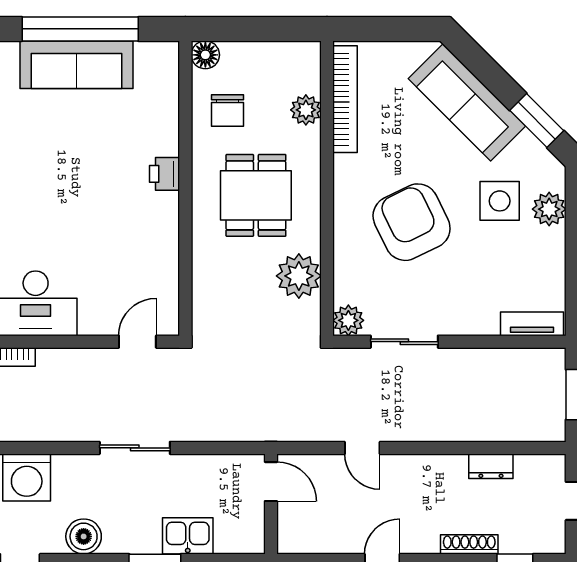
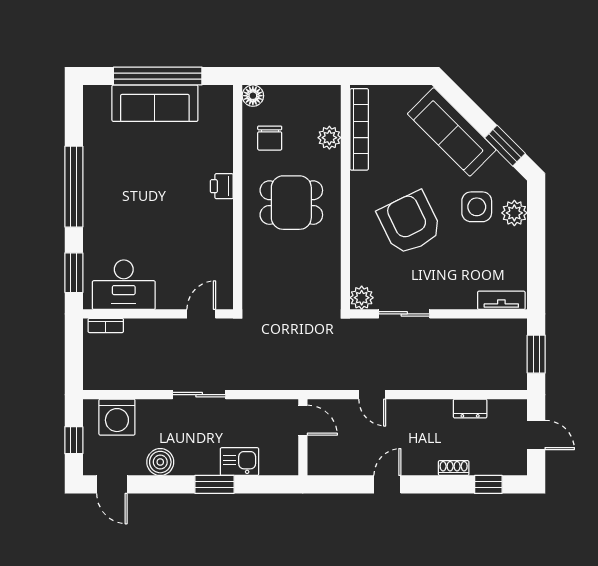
dining table: (256, 195) -> (291, 203), turned 90
plant: (299, 276) -> (324, 264), removed
shoe rack: (469, 544) -> (454, 468), width x0.70

